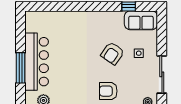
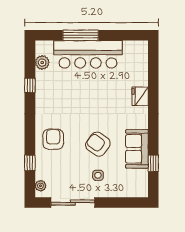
fridge: (72, 18) -> (140, 96), added
sofa: (141, 20) -> (137, 149), moved

